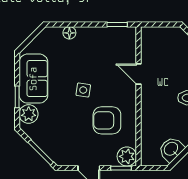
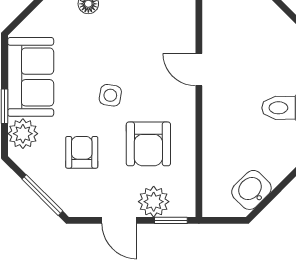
armchair: (107, 120) -> (148, 144), turned -90
armchair: (65, 126) -> (82, 152), added
plant: (127, 156) -> (154, 202), moved

